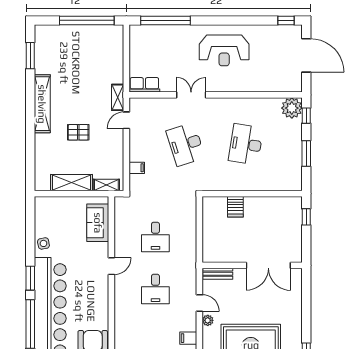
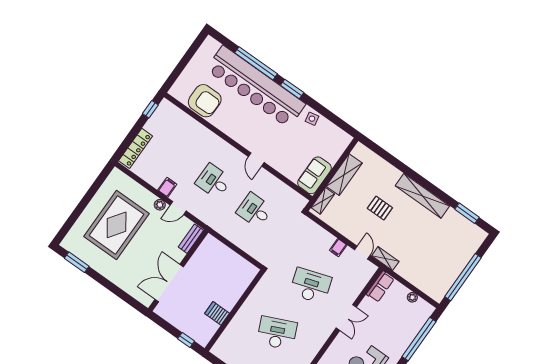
plant: (134, 51) -> (412, 297), added
pallet: (78, 132) -> (380, 208), turned 90
desk: (246, 144) -> (277, 333), turned -33
filing cabinet: (137, 168) -> (338, 248), moved
server rack: (235, 207) -> (217, 313), moved
sofa: (98, 223) -> (314, 175), moved, turned -90
filing cabinet: (188, 338) -> (167, 187), moved

